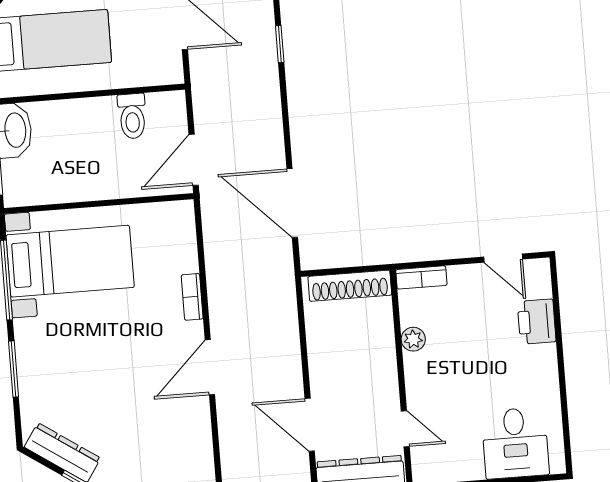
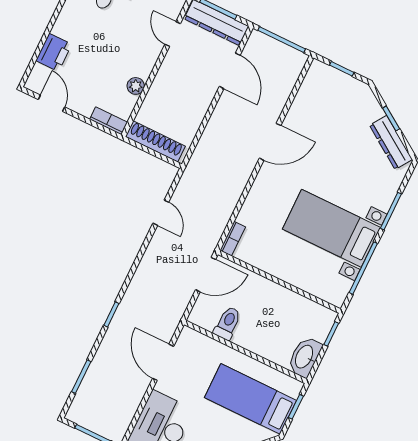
door: (292, 203) -> (161, 213), width x0.53
bed with nightstands: (70, 261) -> (331, 228), moved
bookcase: (192, 297) -> (233, 239), moved

